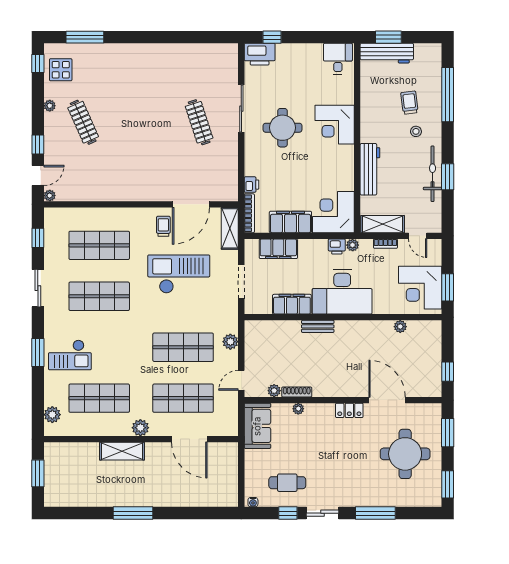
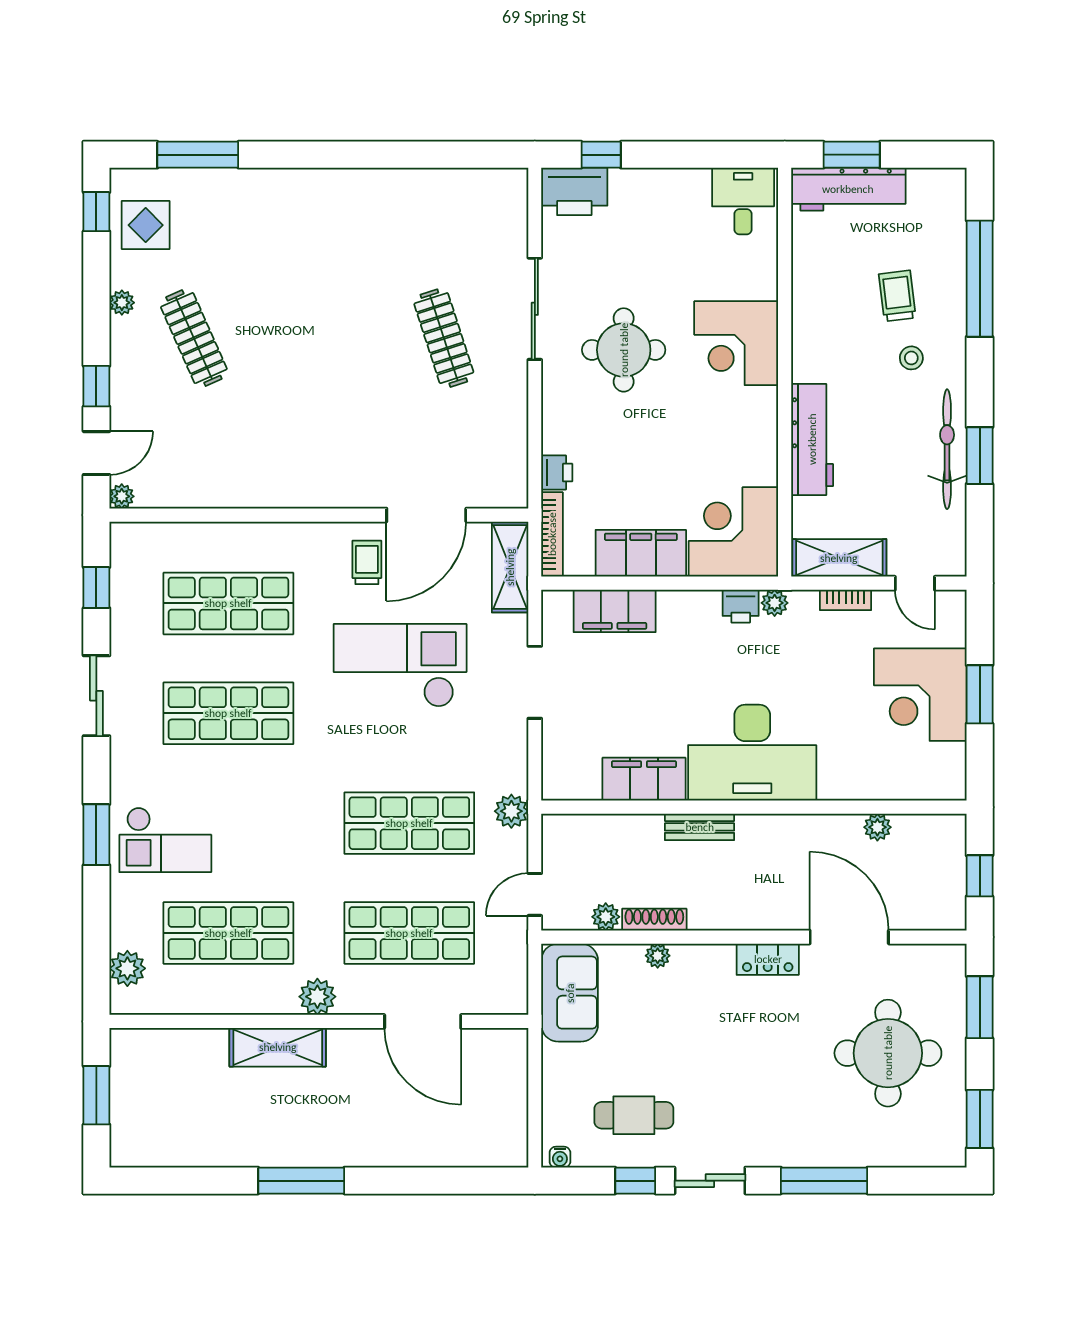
desk: (342, 292) -> (752, 753), moved
filing cabinet: (292, 304) -> (644, 779), moved
wall: (343, 317) -> (754, 807), moved
bench: (318, 326) -> (700, 827), moved
plant: (400, 327) -> (877, 827), moved

